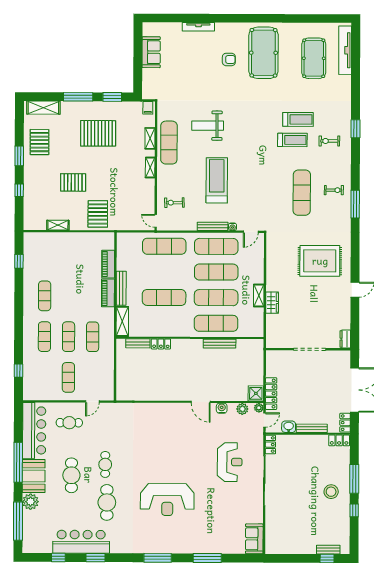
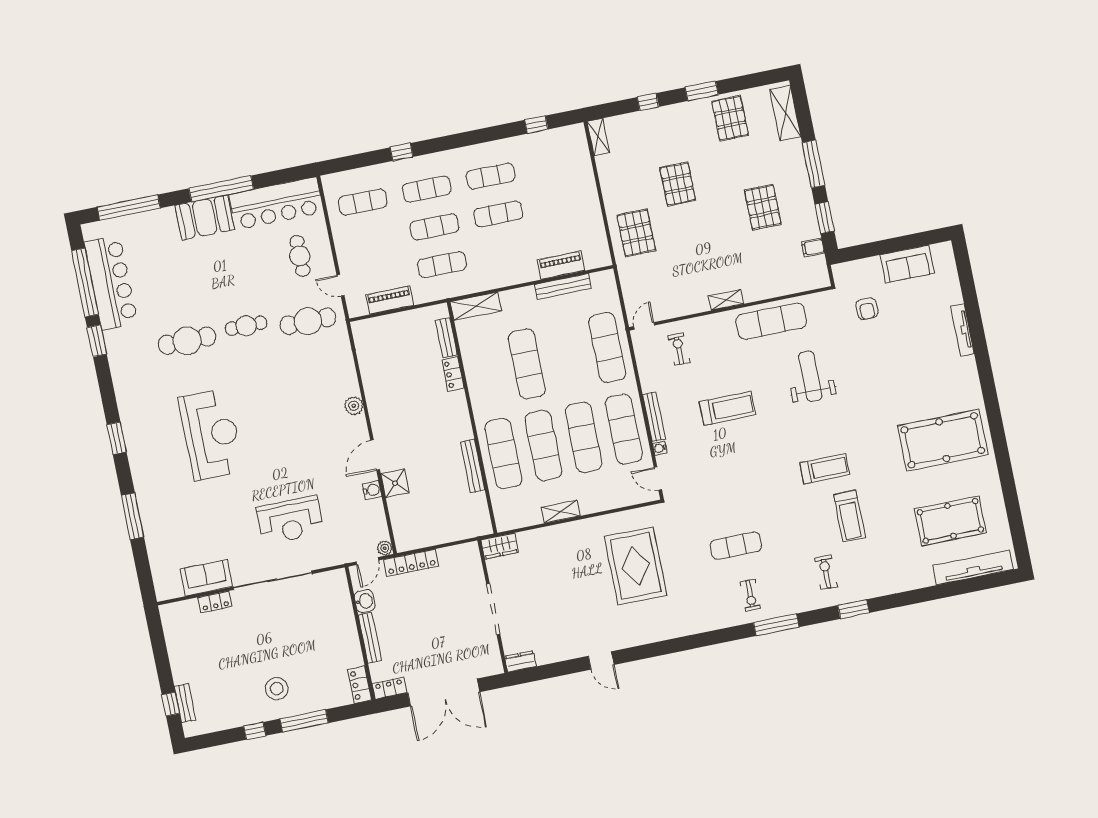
armchair: (229, 59) -> (867, 309), moved
filing cabinet: (148, 108) -> (813, 247), moved
pallet: (98, 133) -> (763, 207), width x0.73, depth x0.71
shelving: (150, 138) -> (772, 290), removed
treadmill: (292, 140) -> (825, 469), moved, turned -90
pallet: (39, 142) -> (730, 118), turned 90
treadmill: (217, 180) -> (728, 408), width x0.73, depth x0.73
exercise mat: (302, 193) -> (736, 546), width x0.73, depth x0.69
window: (355, 204) -> (776, 625), moved
pallet: (98, 214) -> (636, 233), turned 90
shelving: (58, 225) -> (598, 137), moved
rug: (320, 261) -> (636, 566), moved
bench: (121, 288) -> (563, 286), moved
piano: (108, 293) -> (390, 300), moved
exercise mat: (69, 296) -> (498, 214), added
wardrobe: (272, 303) -> (500, 546), moved
window: (19, 371) -> (402, 152), moved
exercise mat: (68, 377) -> (363, 202), moved
shower: (256, 393) -> (395, 483), moved
plant: (242, 409) -> (354, 406), moved
door: (264, 420) -> (367, 561), hinge flipped
locker: (270, 445) -> (215, 602), moved
cafe table: (71, 475) -> (308, 321), moved
reception desk: (167, 500) -> (211, 434), turned 180
plant: (31, 502) -> (164, 221), removed
sofa: (254, 539) -> (206, 578), moved
bar counter: (81, 542) -> (111, 282), moved
window: (58, 557) -> (85, 283), width x3.17
window: (158, 558) -> (117, 438), width x0.69

